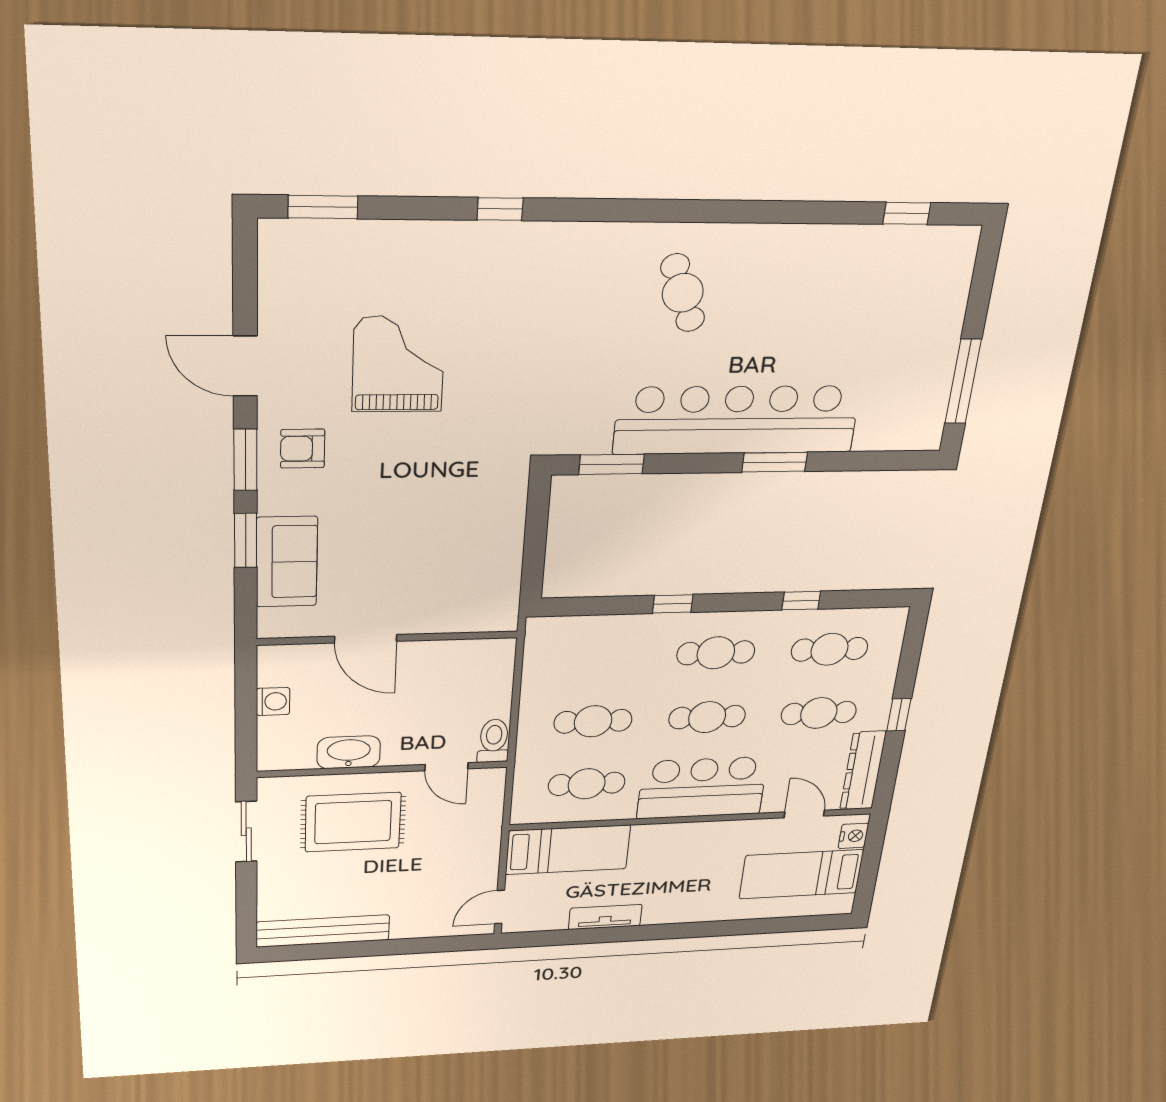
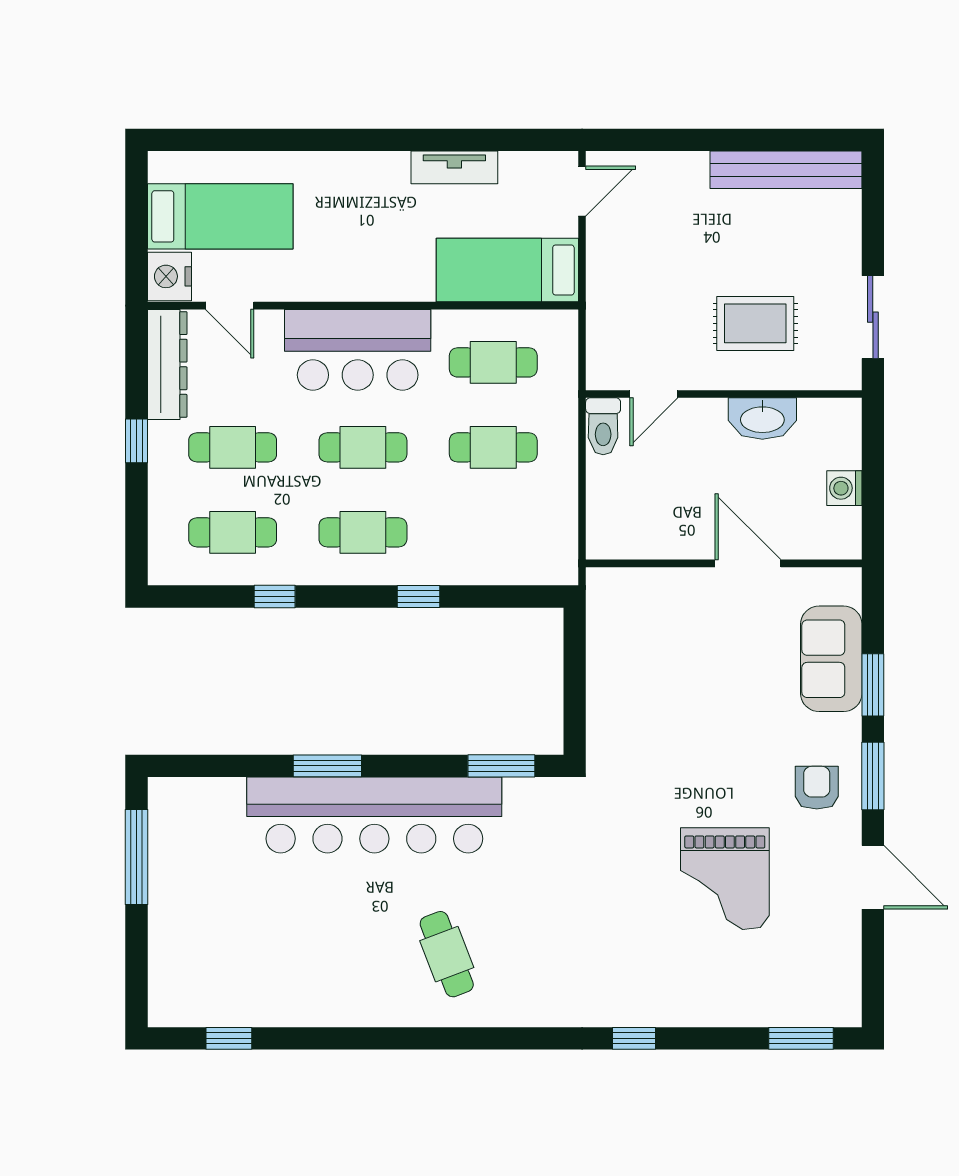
armchair: (303, 449) -> (817, 788), turned -90
door: (447, 767) -> (654, 394), swing flipped
rug: (353, 822) -> (755, 323), width x0.73, depth x0.70
nightstand: (853, 836) -> (169, 276), width x1.36, depth x1.33

